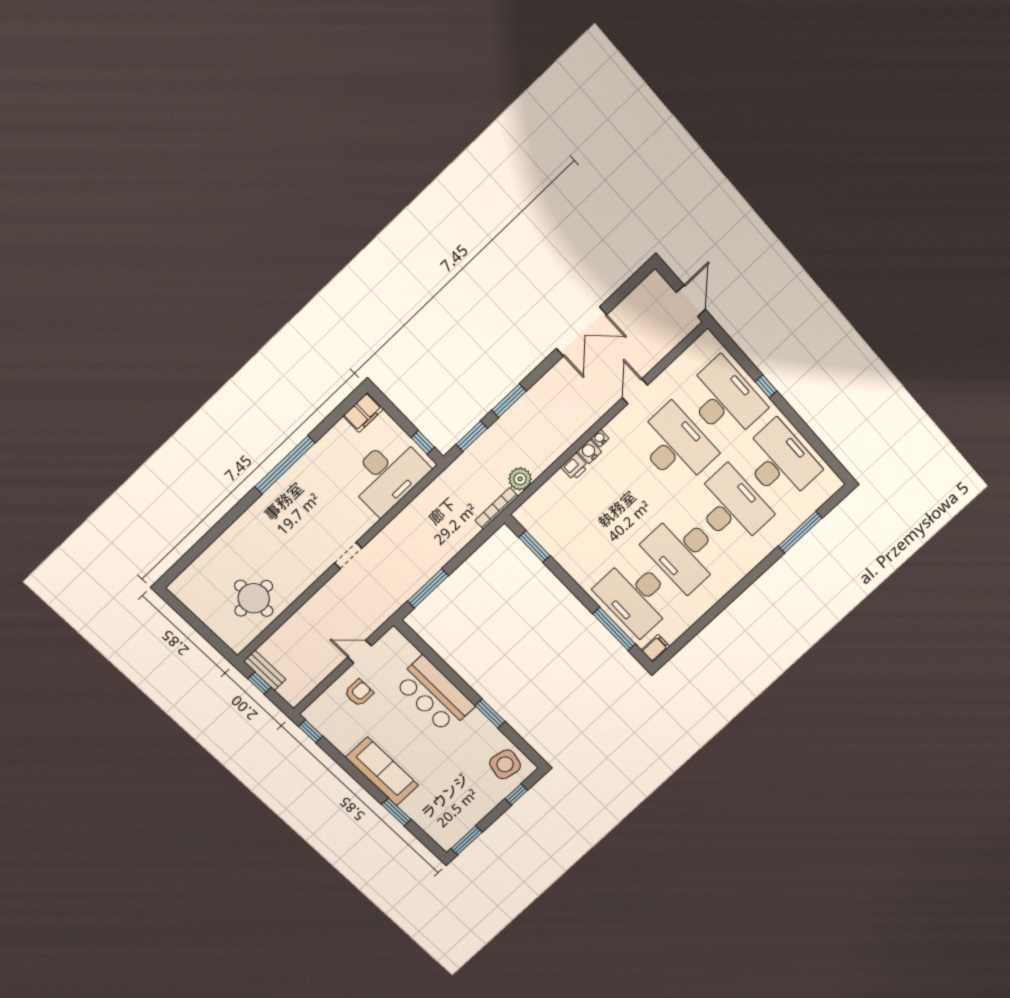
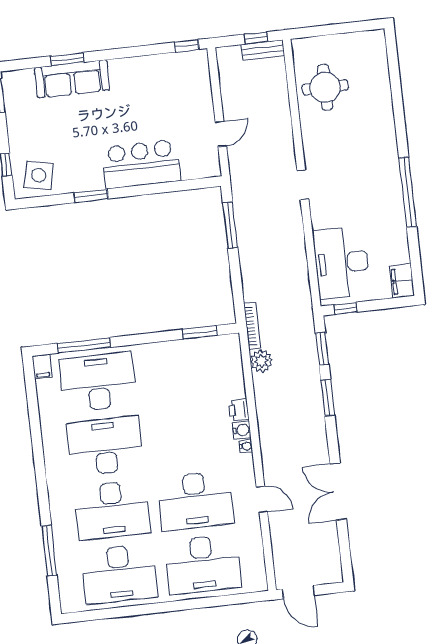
window: (766, 386) -> (188, 604), removed
armchair: (359, 693) -> (188, 107), removed
sofa: (382, 771) -> (72, 79), moved

